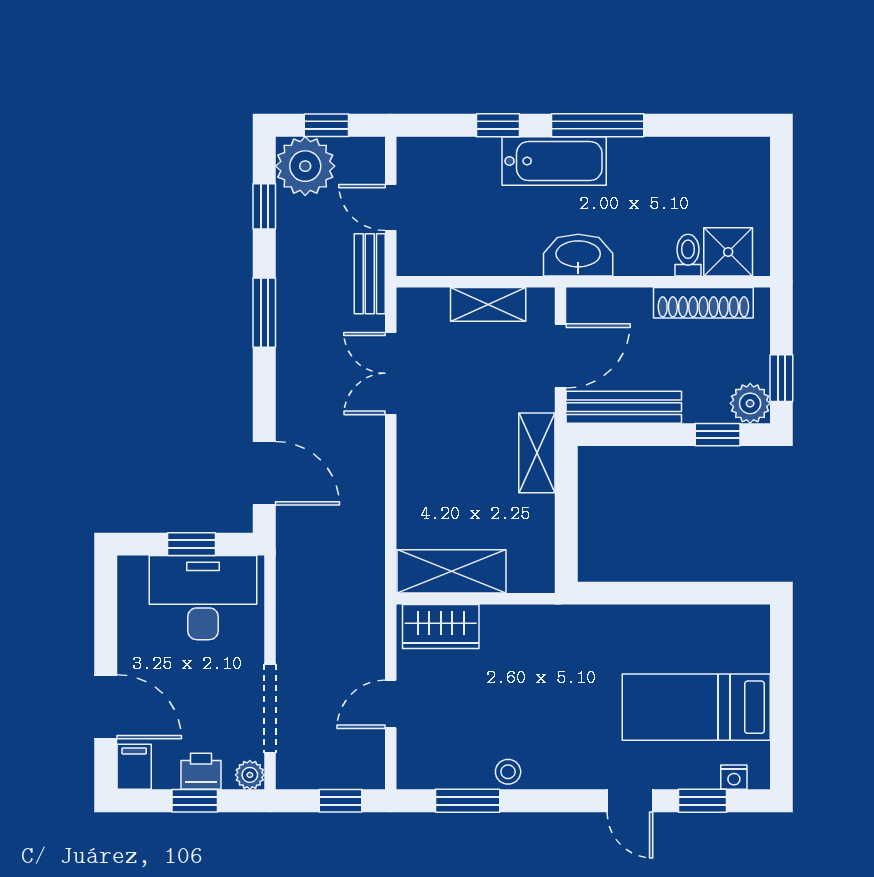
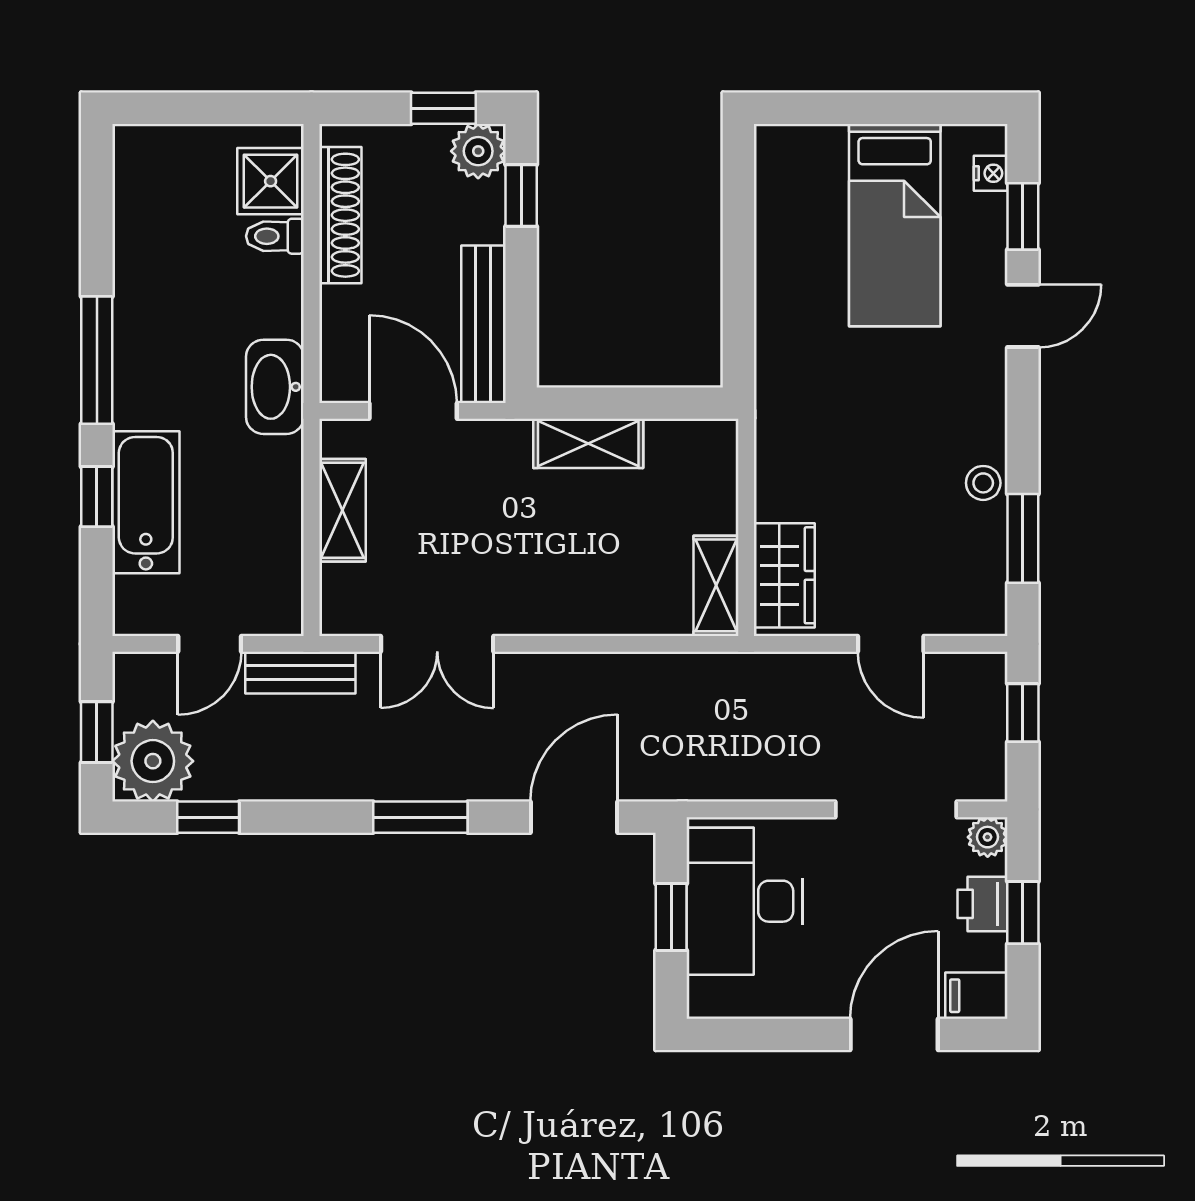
bathtub: (554, 161) -> (146, 502), moved
window: (264, 313) -> (420, 817), moved
shelving: (537, 453) -> (588, 443), moved
shelving: (451, 571) -> (716, 585), width x0.67, depth x0.75

